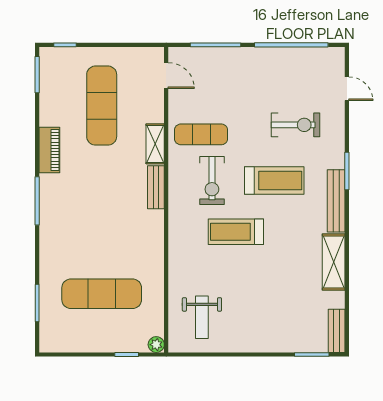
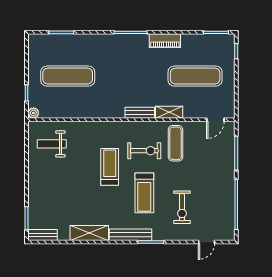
exercise bike: (212, 181) -> (144, 151), turned 180
exercise mat: (102, 294) -> (68, 76), turned 90

